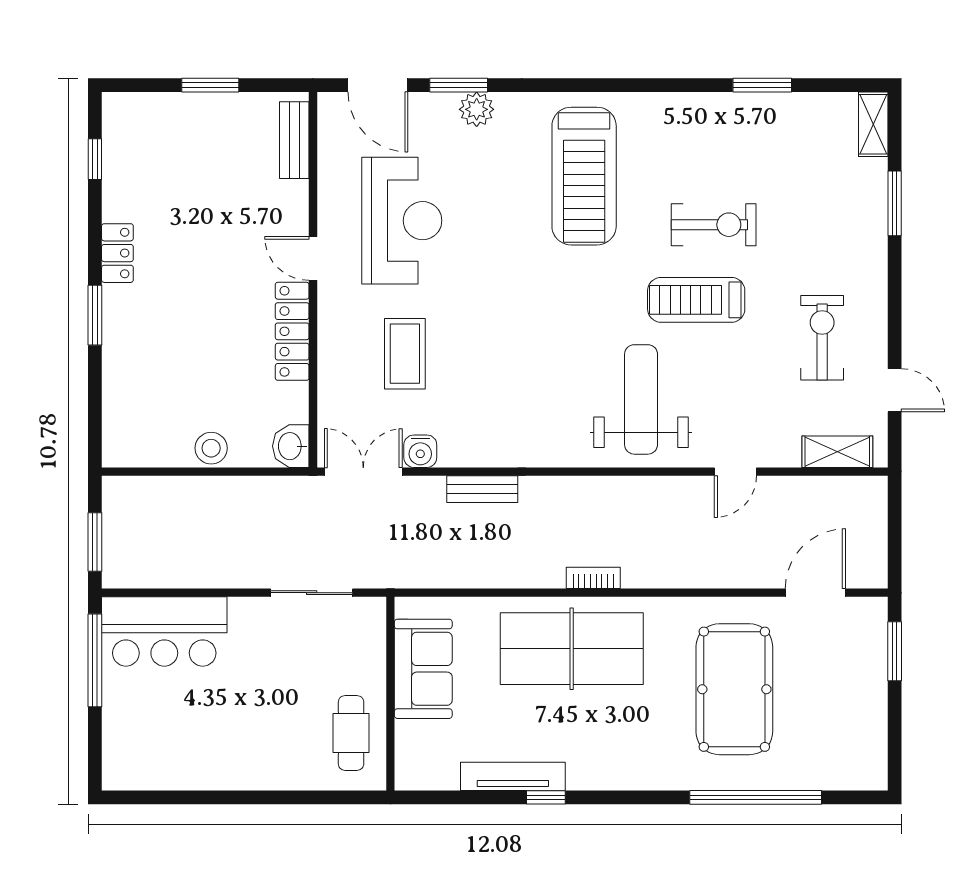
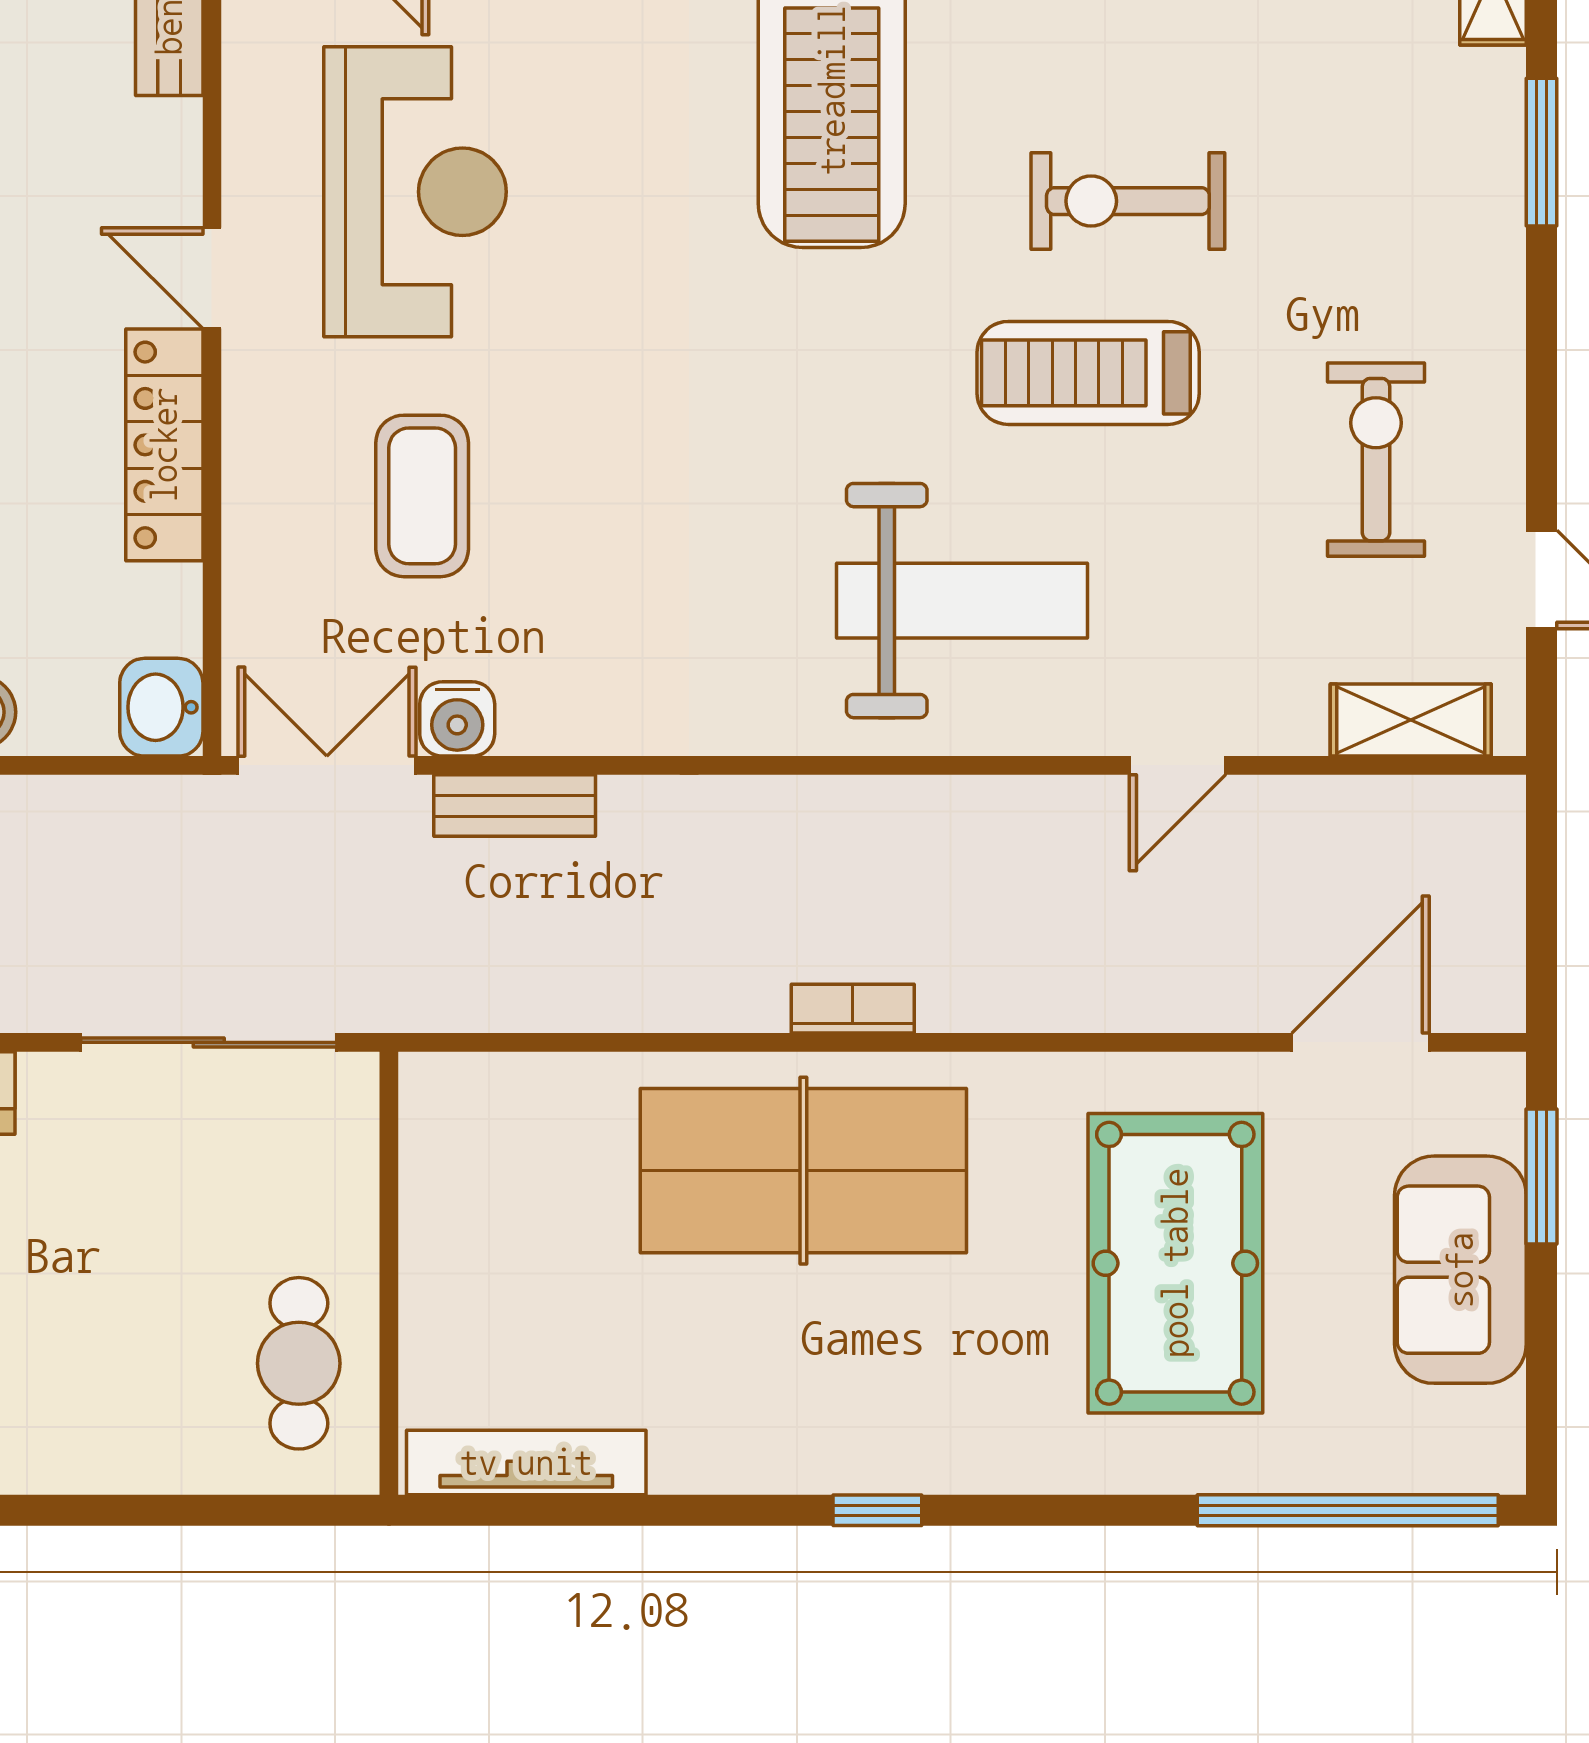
exercise bike: (714, 225) -> (1128, 201), turned 180
weight bench: (641, 399) -> (962, 601), turned 90
bench: (482, 489) -> (515, 806), moved
sliding door: (312, 593) -> (209, 1042), width x1.37
sofa: (423, 669) -> (1460, 1270), moved, turned 180
tv unit: (513, 776) -> (526, 1462), moved
window: (546, 797) -> (877, 1510), moved
window: (756, 797) -> (1348, 1510), moved

